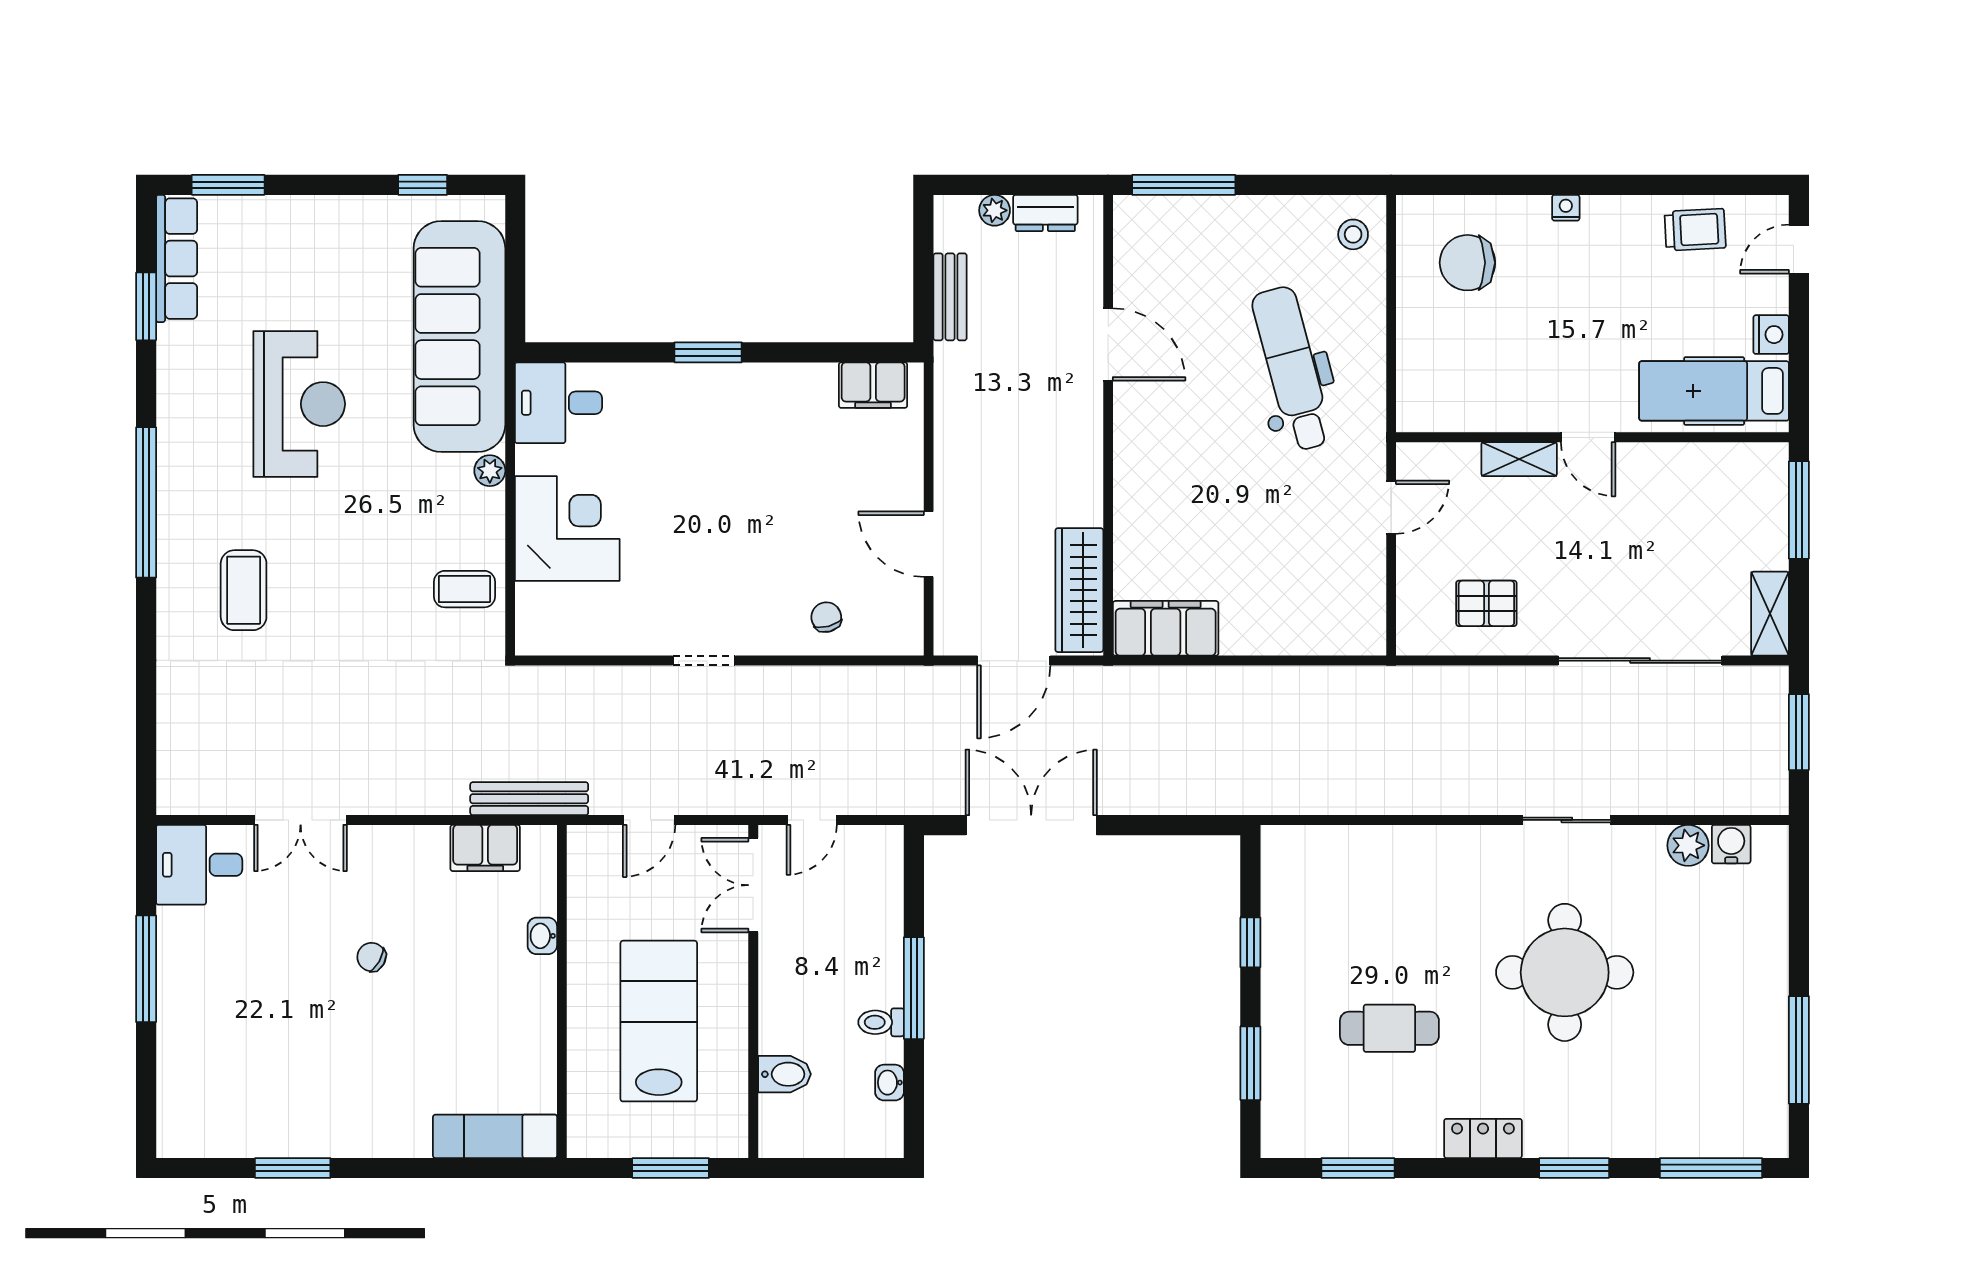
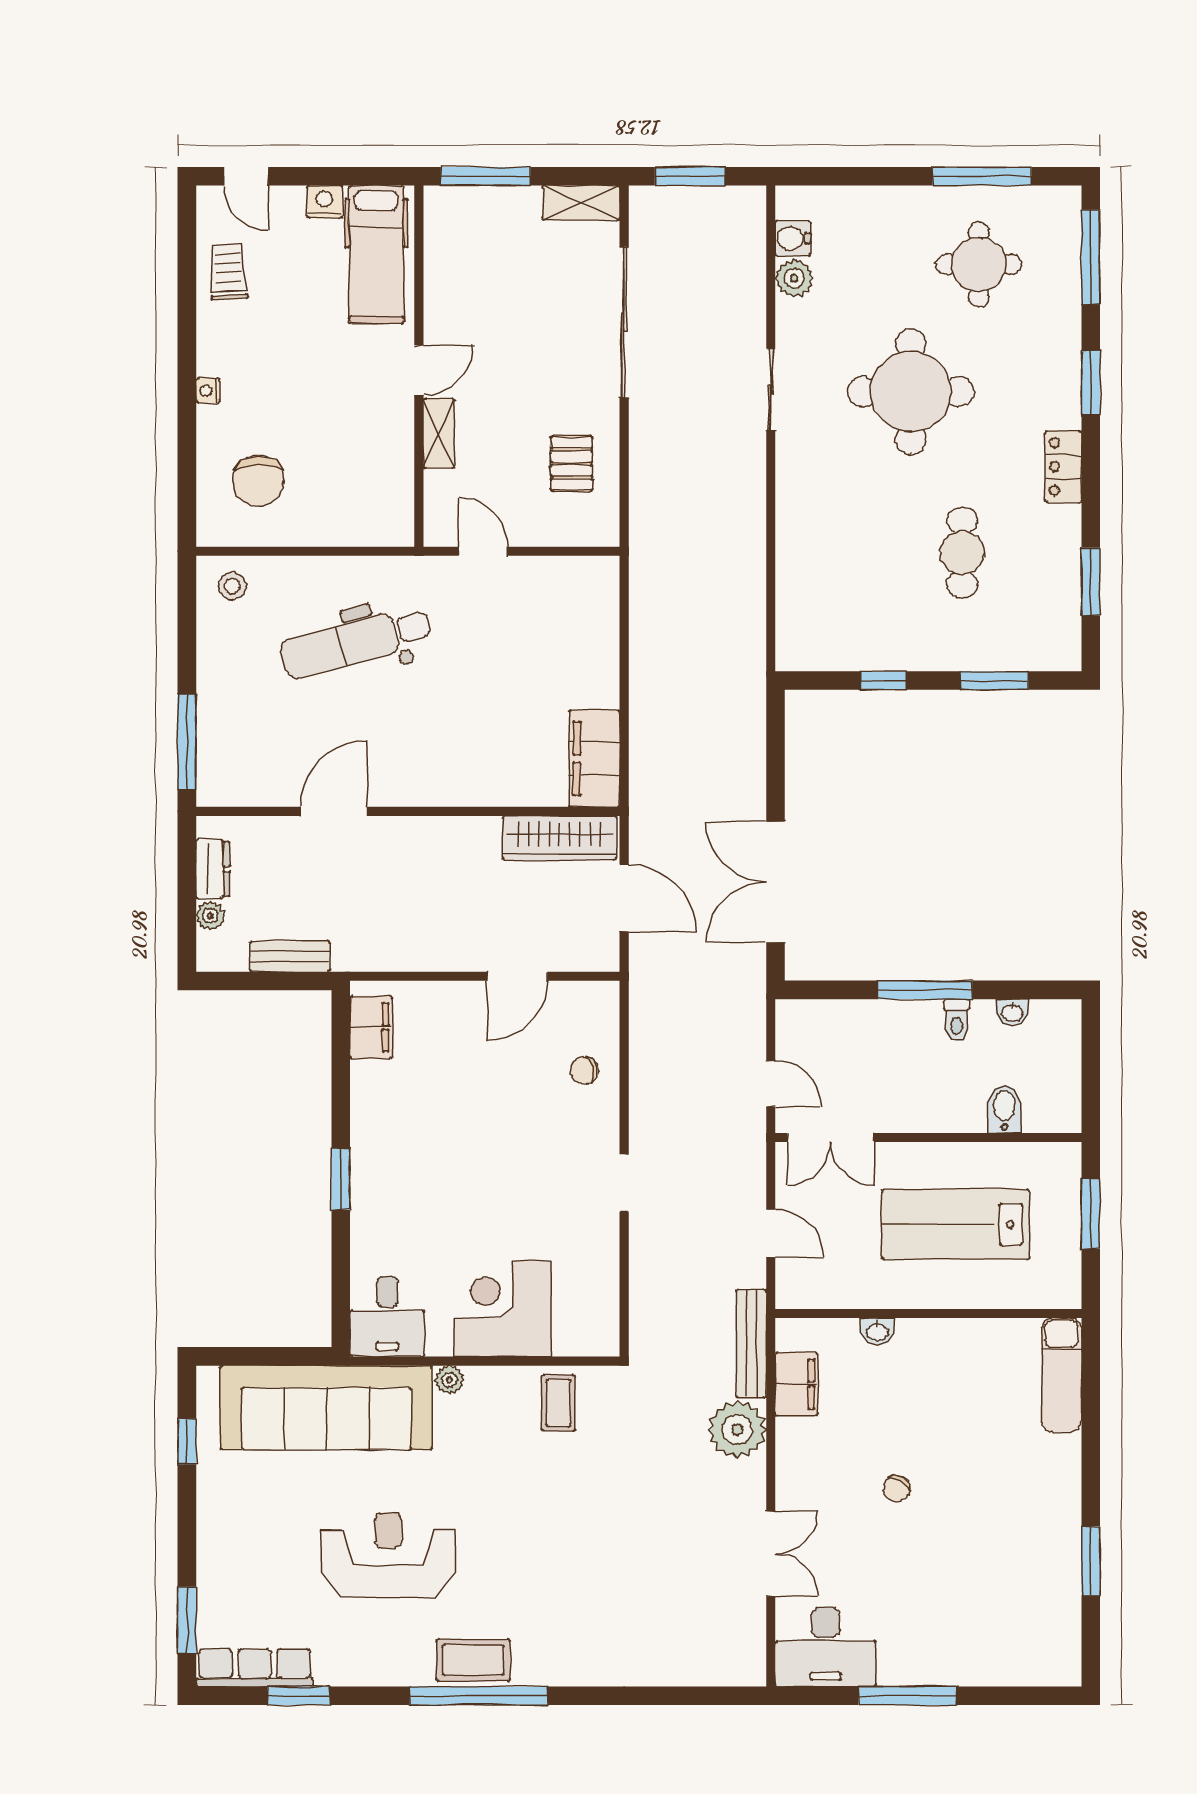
coffee table: (244, 590) -> (473, 1660), moved
plant: (436, 784) -> (737, 1430), added
desk: (199, 865) -> (826, 1647), width x1.37
round table: (1703, 1046) -> (979, 264), added

